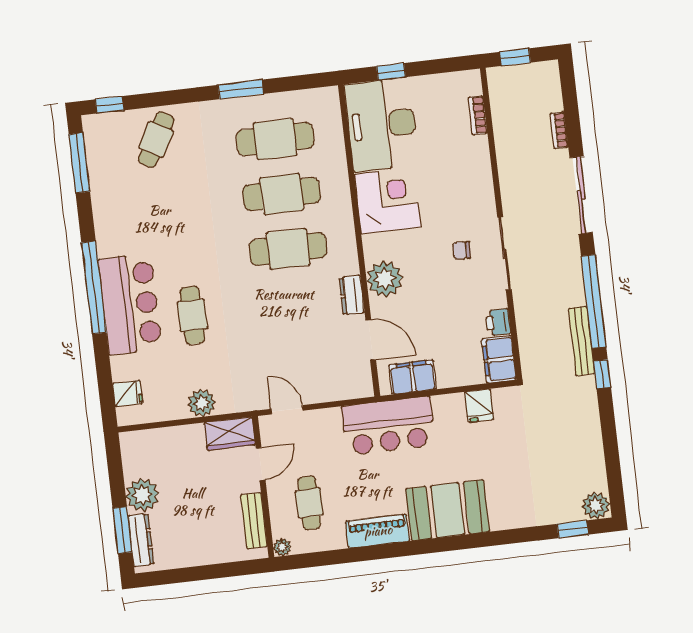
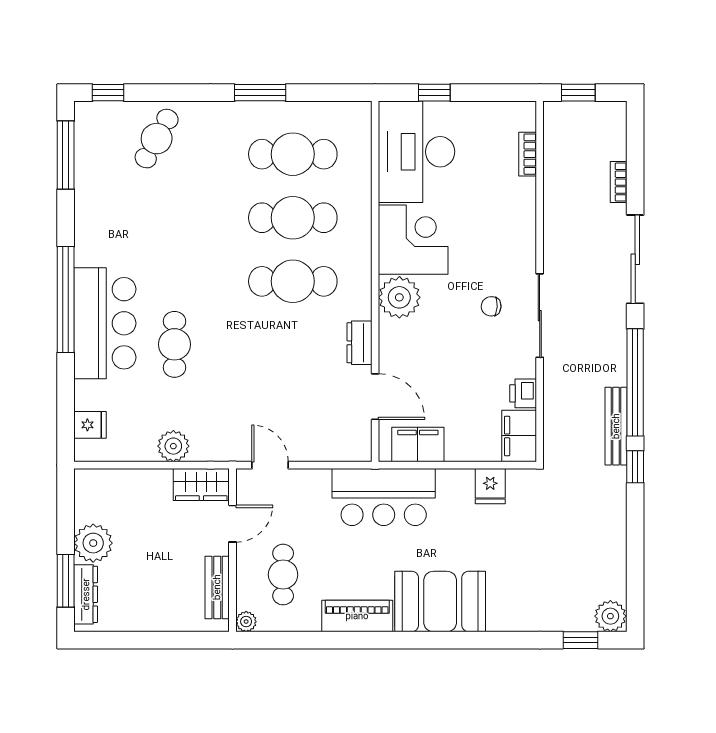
plant: (385, 279) -> (399, 297), moved

